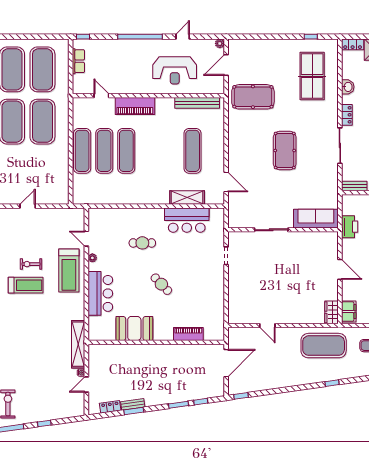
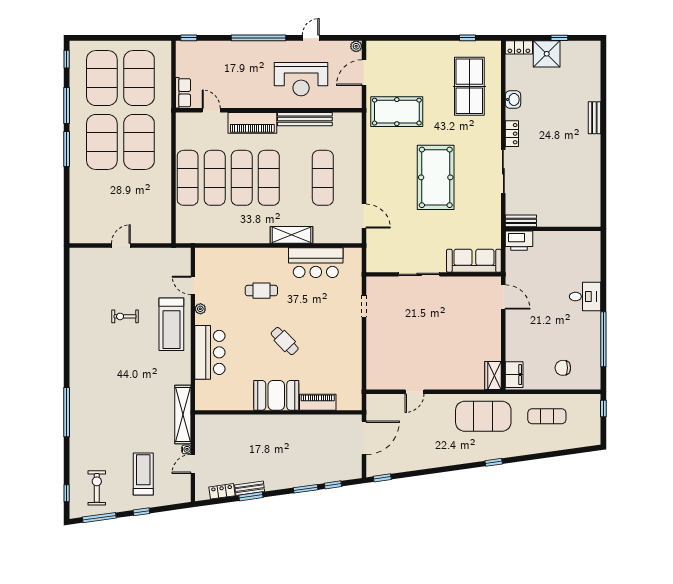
row of seats: (78, 61) -> (183, 93), moved
bench: (197, 103) -> (305, 119), moved
exercise mat: (148, 151) -> (269, 178), added
pool table: (285, 151) -> (436, 177), width x1.36, depth x1.32
shelving: (187, 198) -> (291, 235), moved
printer: (350, 227) -> (519, 241), moved, turned 90
door: (340, 269) -> (503, 297), moved
treadmill: (26, 285) -> (143, 474), moved, turned -90
door: (267, 326) -> (415, 392), hinge flipped
booth: (134, 329) -> (276, 395), moved

